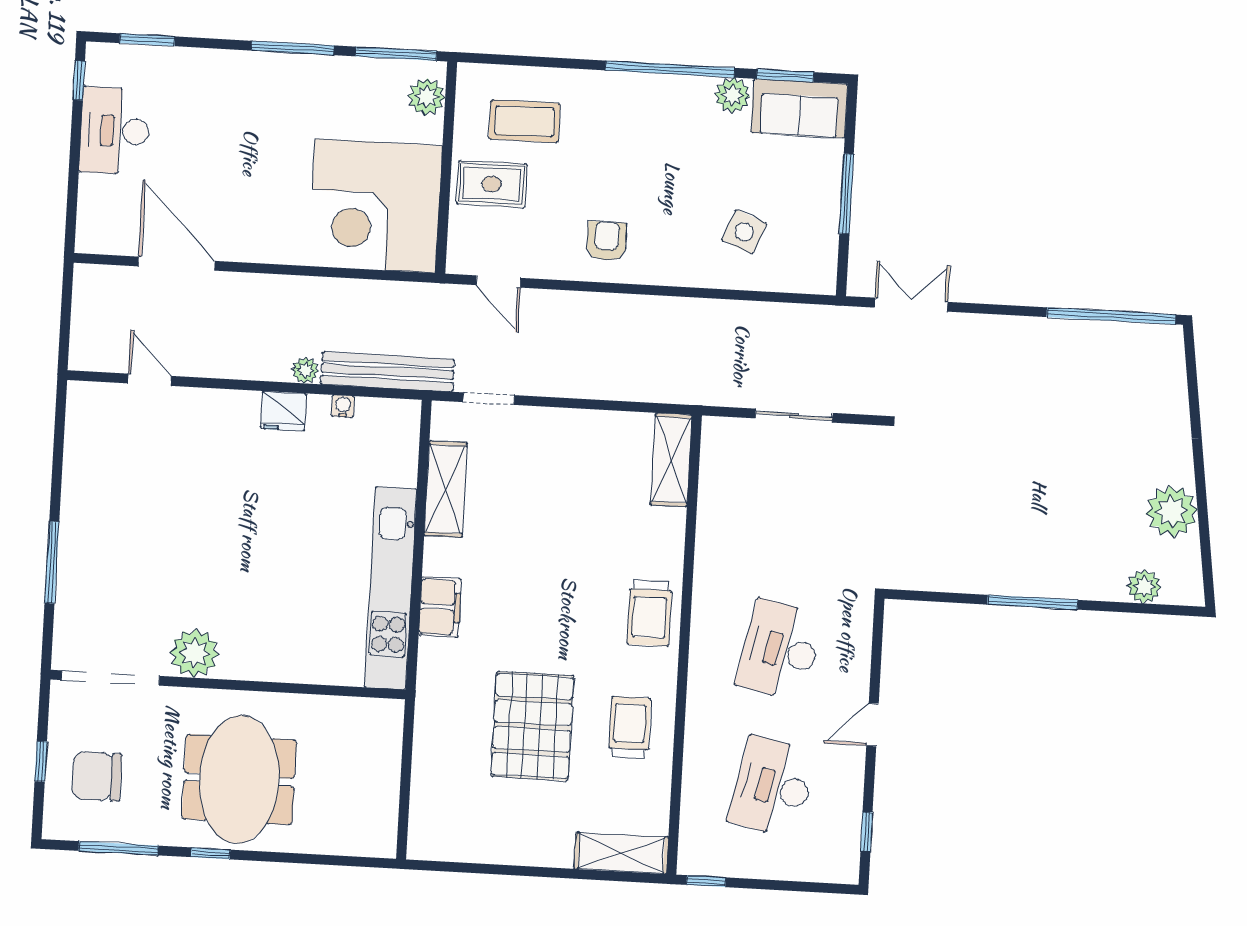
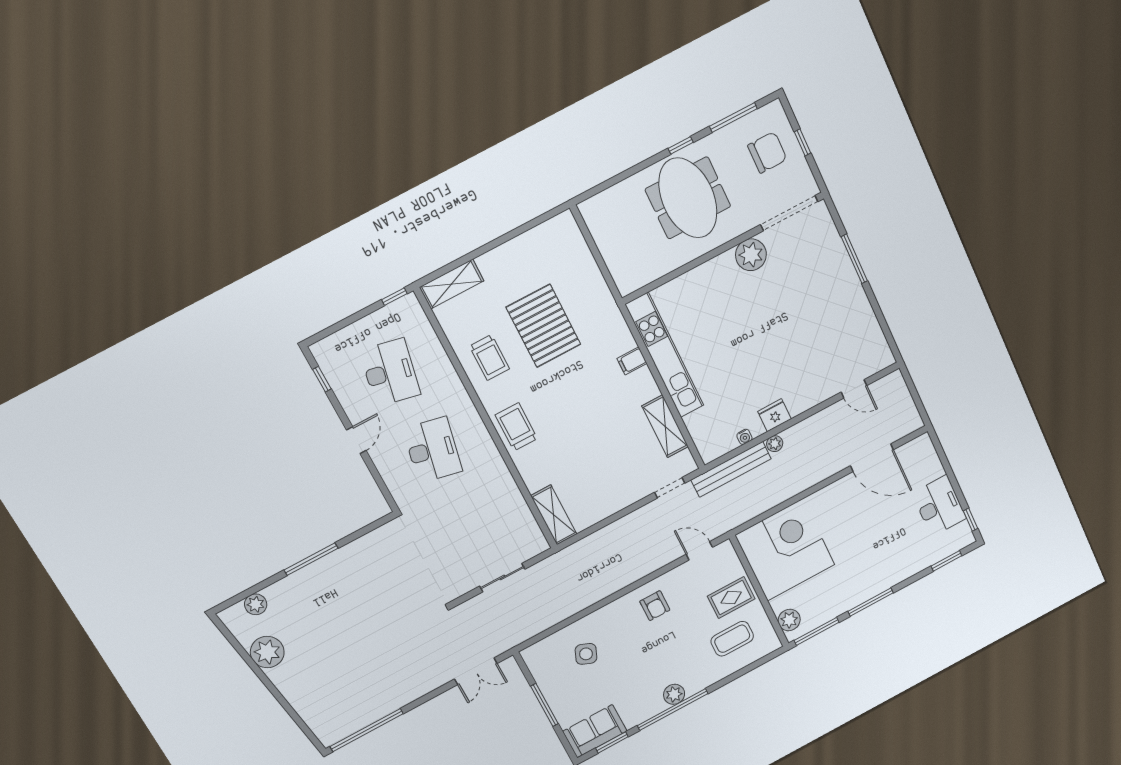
plant: (733, 95) -> (674, 694), moved
filing cabinet: (440, 607) -> (632, 361), width x0.50

